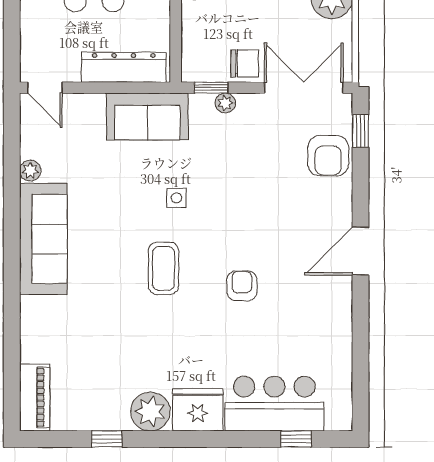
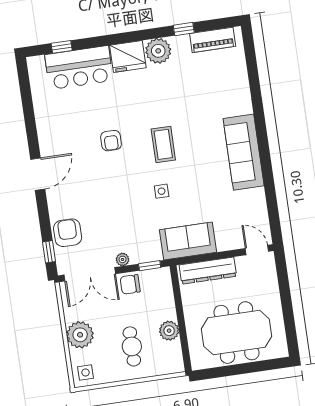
plant: (225, 103) -> (123, 259), moved
plant: (30, 171) -> (258, 195), removed
piano: (35, 397) -> (213, 40), moved, turned -90

